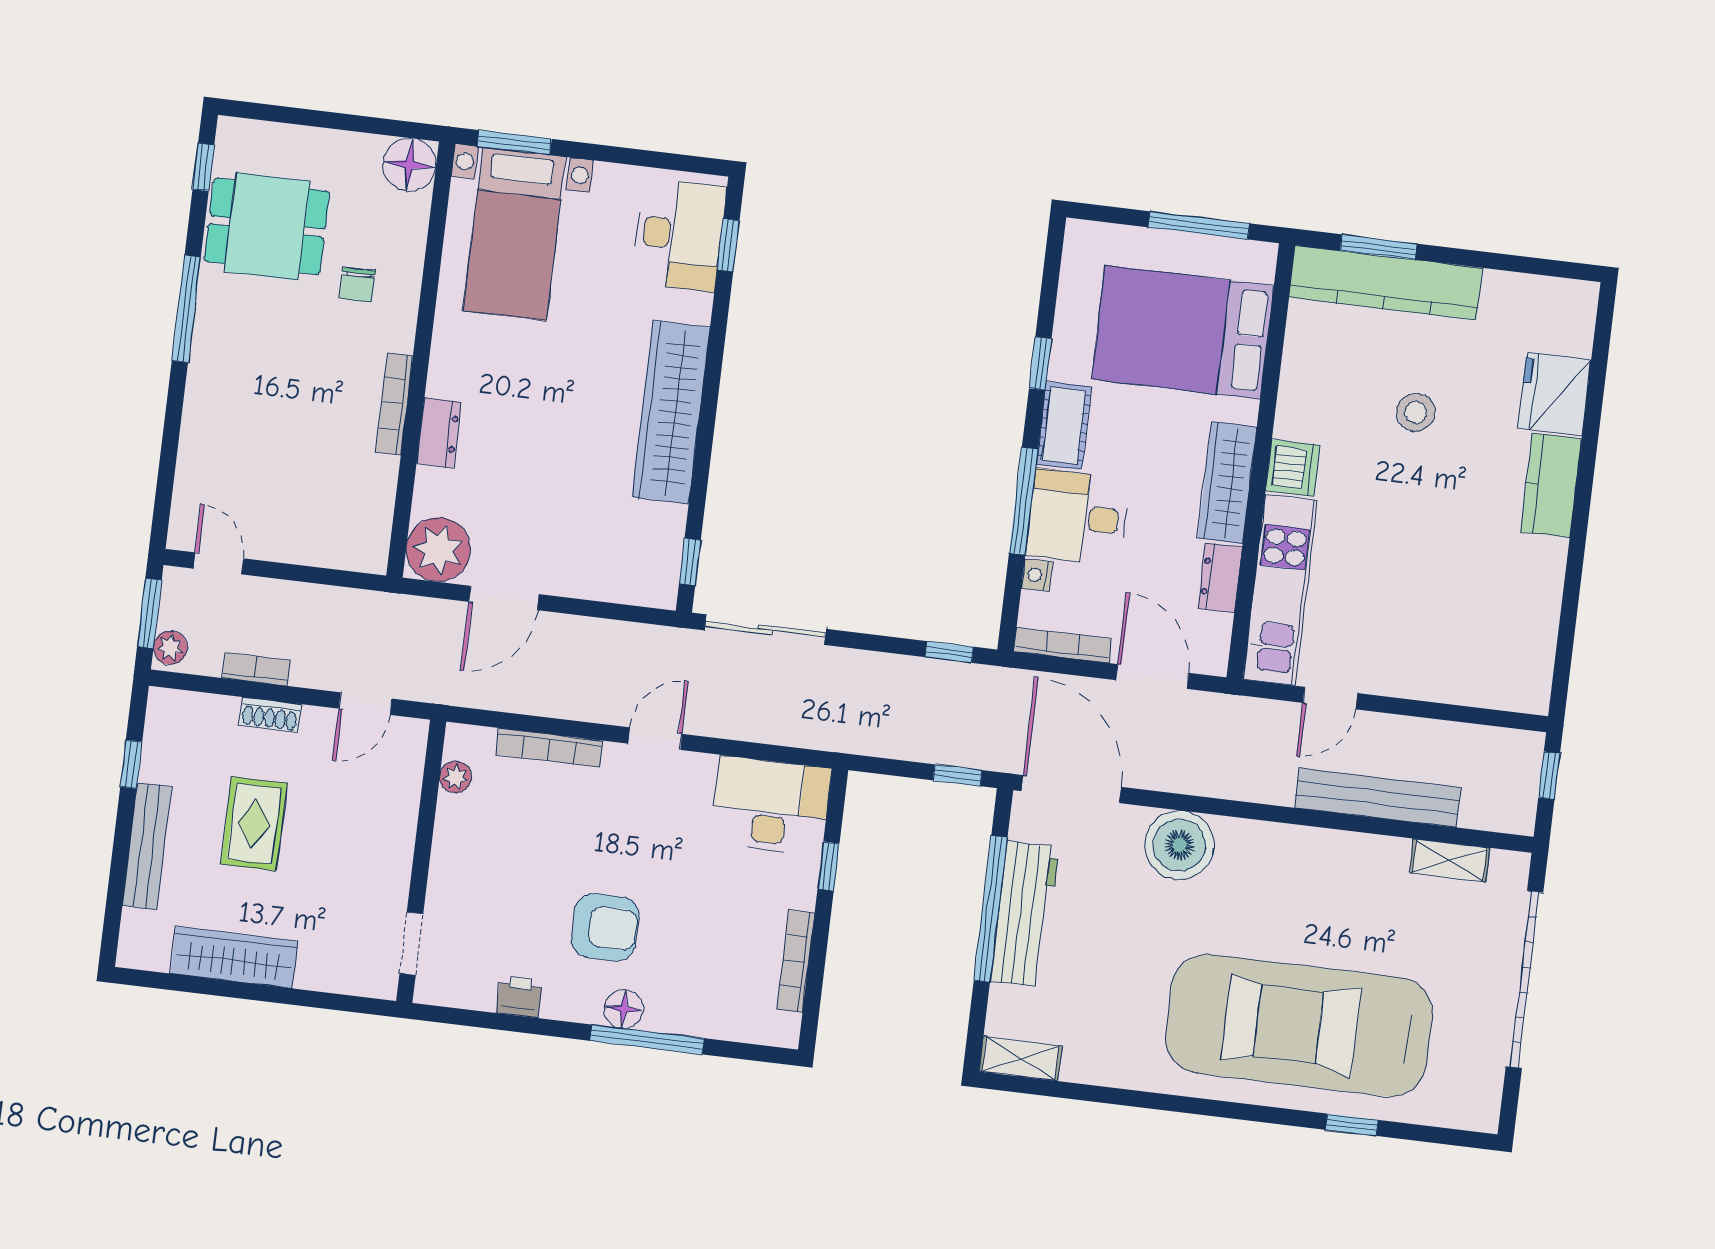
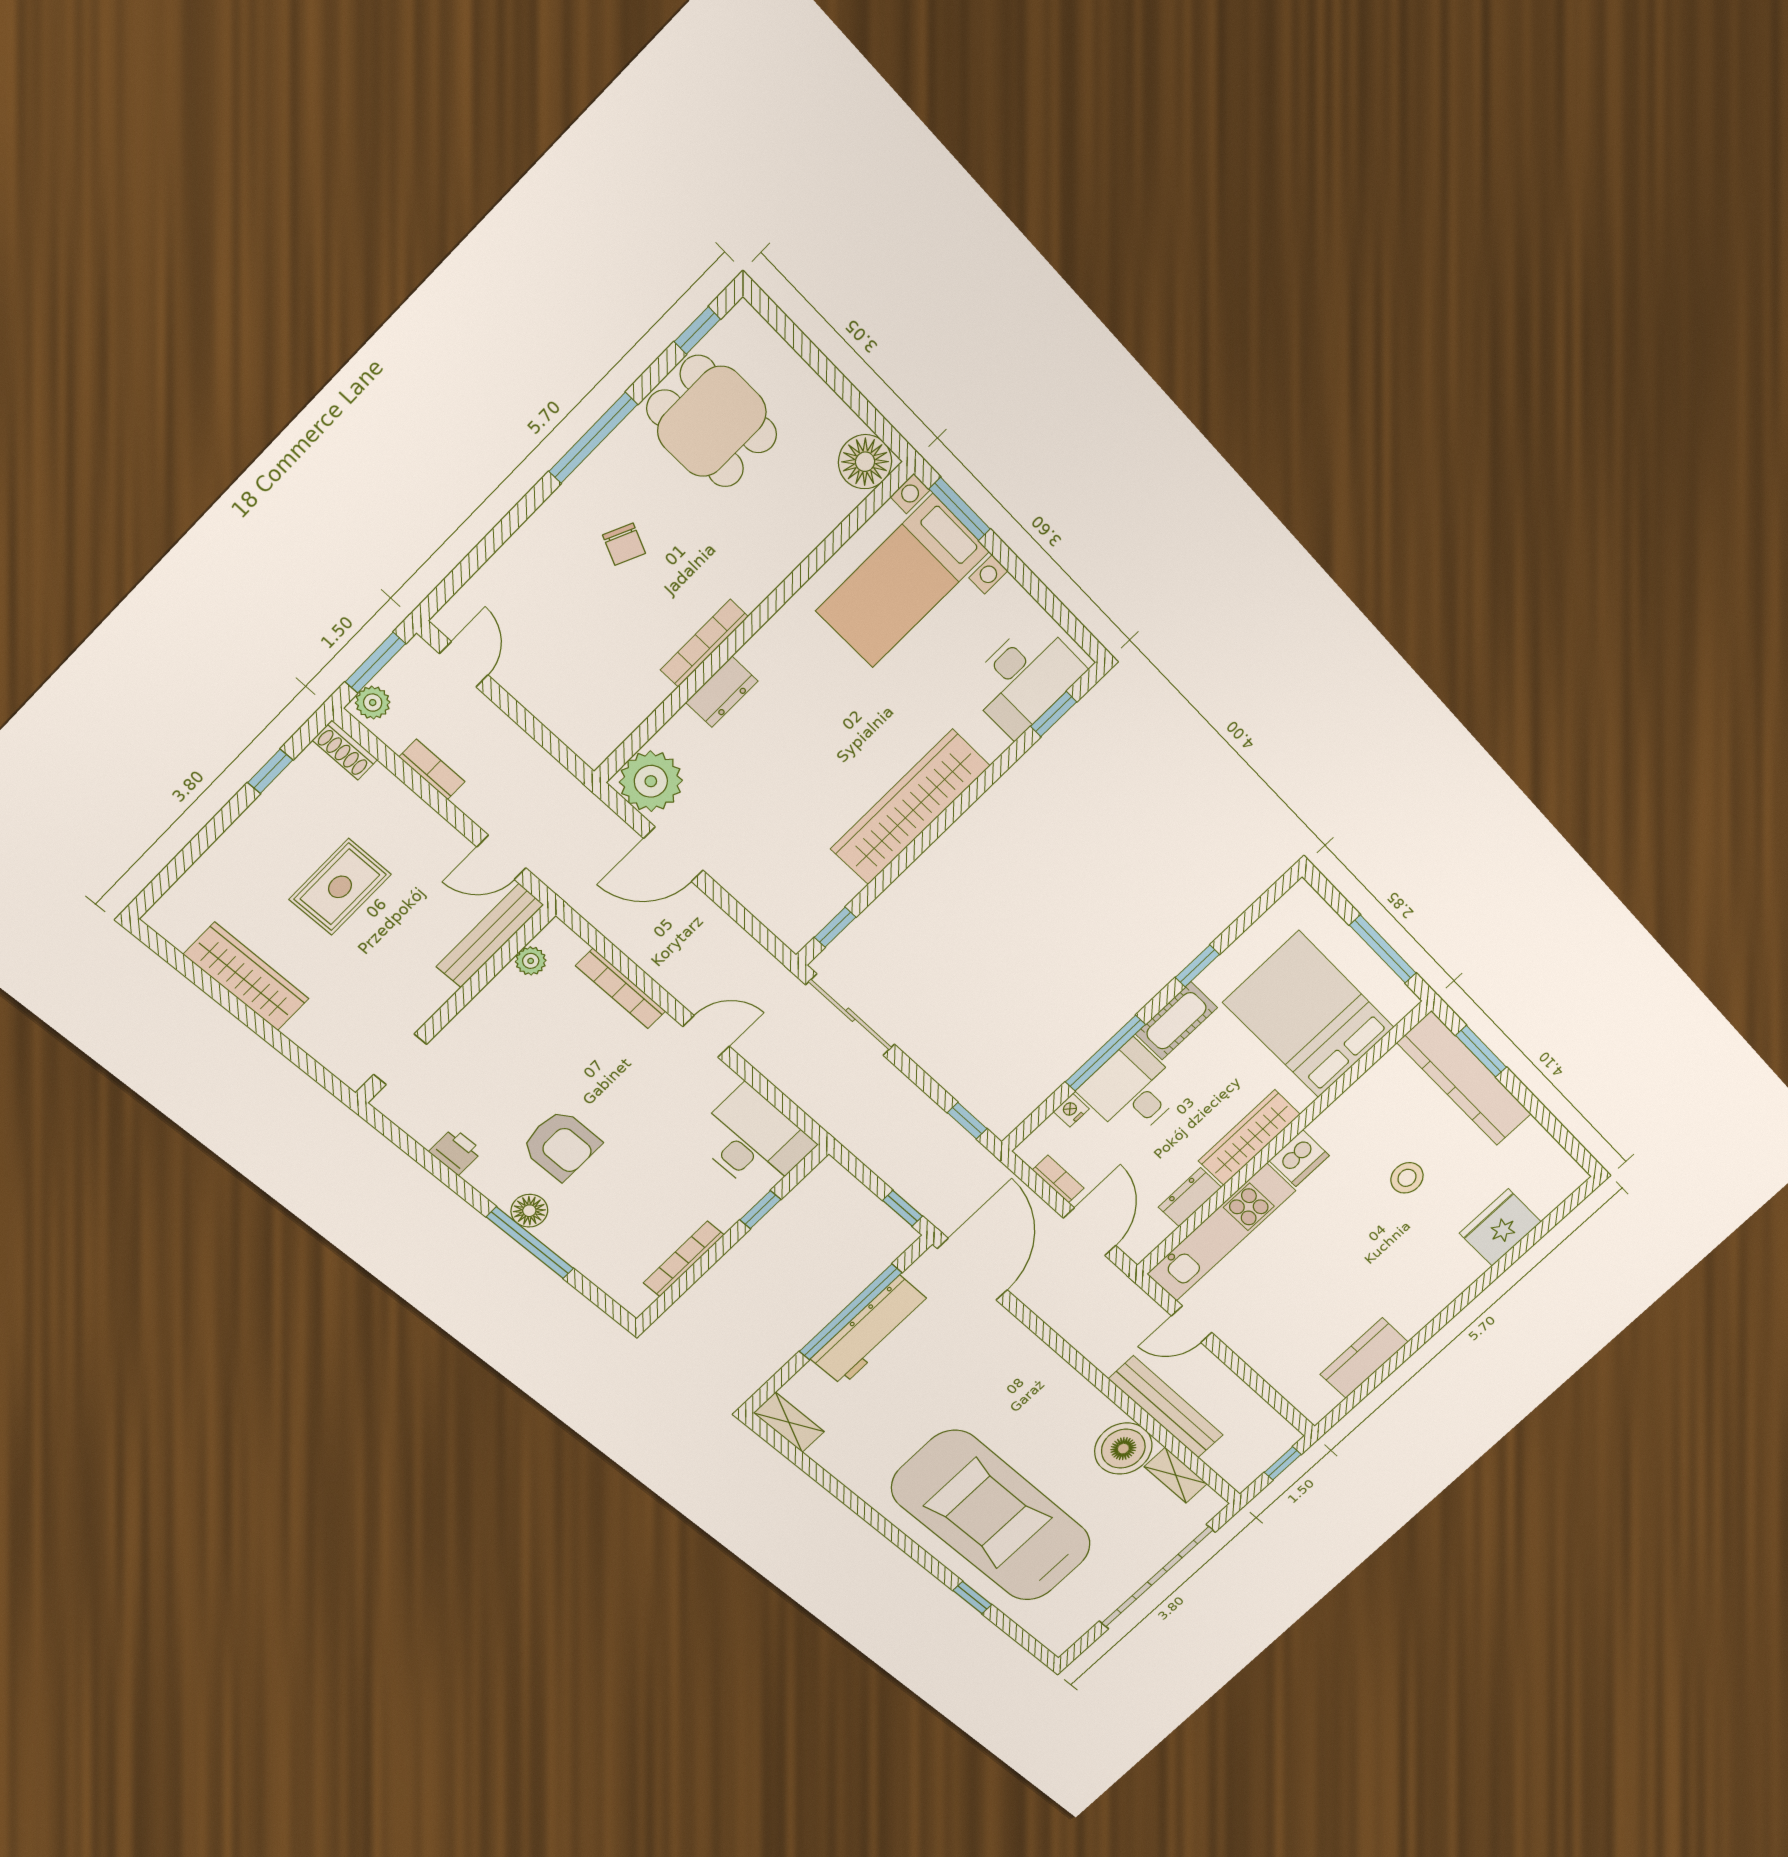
chair: (357, 285) -> (624, 544), moved, turned -66
kitchen counter: (1551, 485) -> (1364, 1358), moved
bookcase: (1062, 645) -> (1058, 1179), width x0.64
shoe rack: (270, 715) -> (345, 750), moved
boiler: (1179, 845) -> (1123, 1449), moved
bench: (147, 846) -> (490, 936), moved

